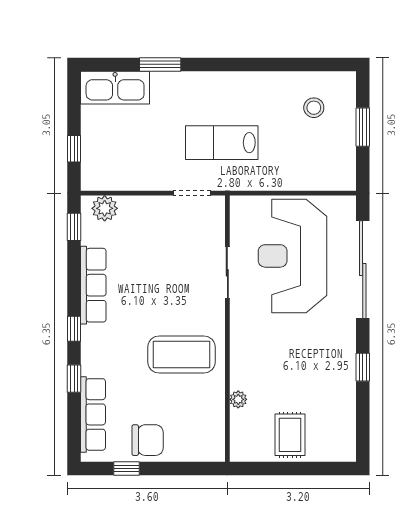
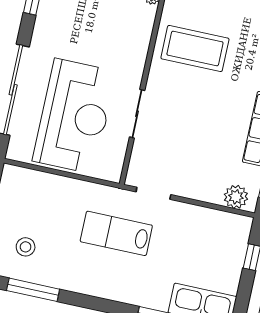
window: (296, 64) -> (33, 290), added
lab bench: (222, 143) -> (116, 233), turned 180

